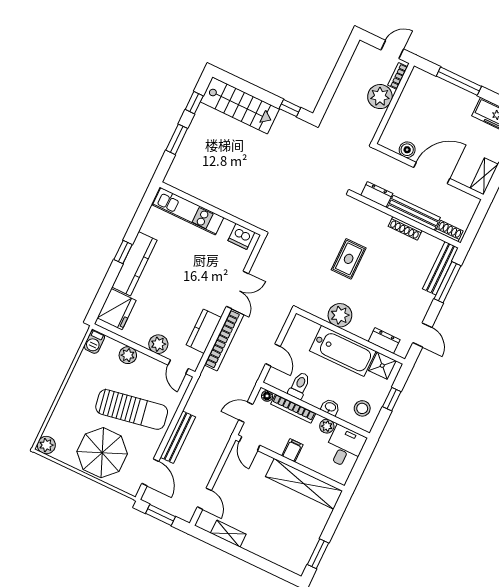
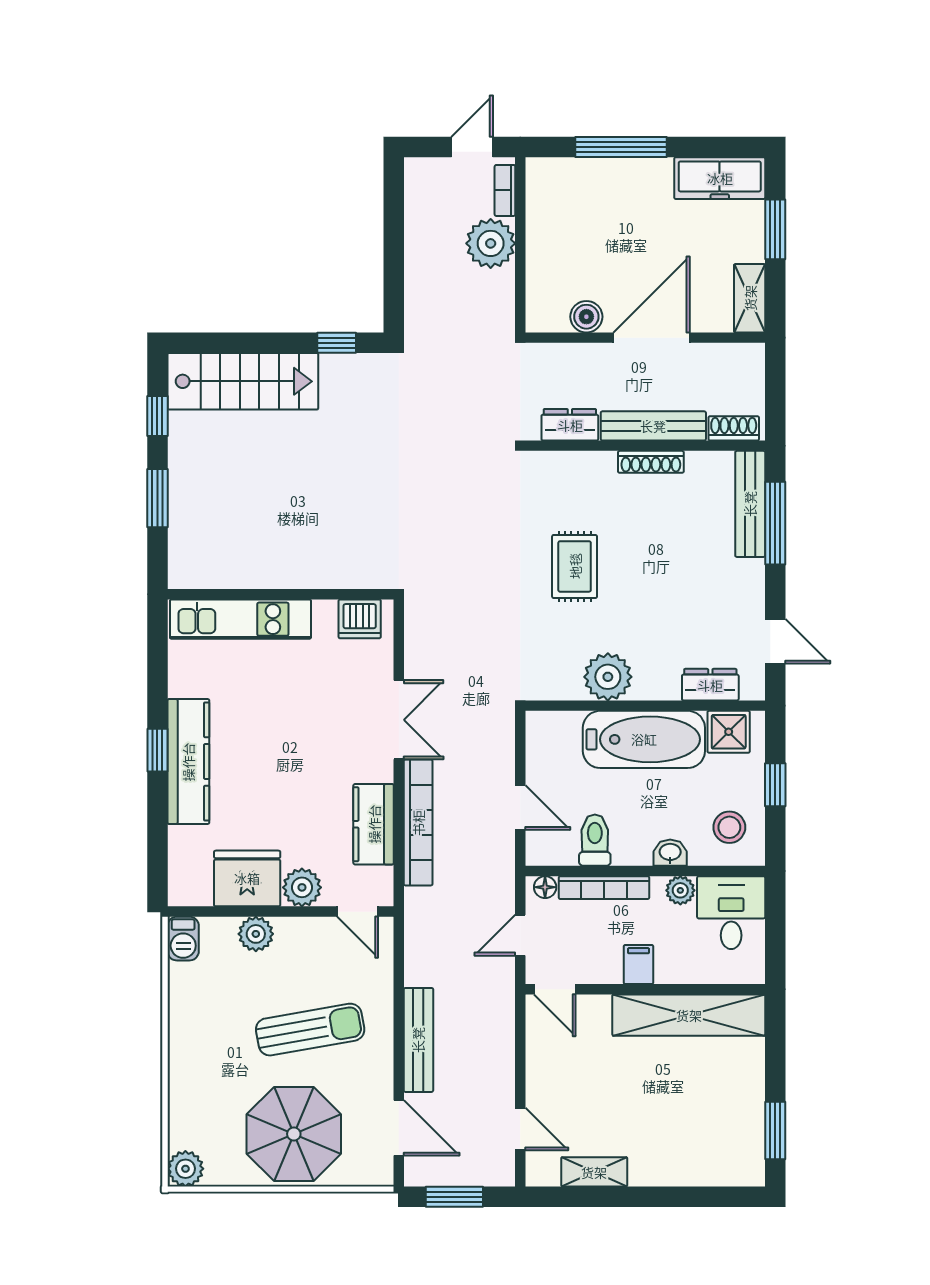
fridge: (117, 309) -> (247, 878), moved, turned -90
sun lounger: (132, 409) -> (310, 1030), width x0.73, depth x0.75

